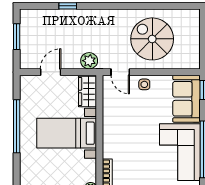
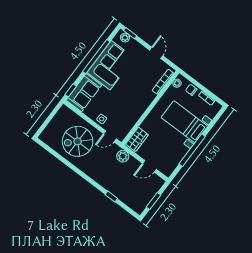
spiral stairs: (152, 39) -> (78, 141), turned 90
door: (120, 72) -> (110, 136), swing flipped
bed with nightstands: (67, 133) -> (184, 122), moved, turned 180

